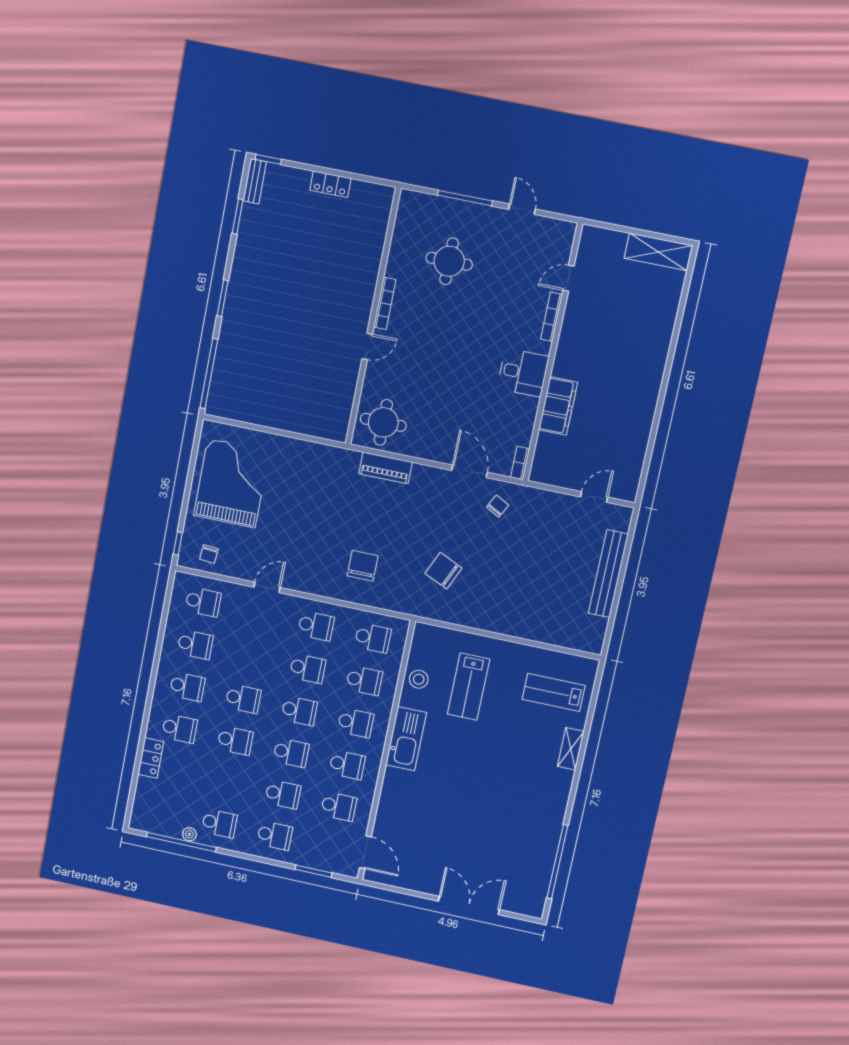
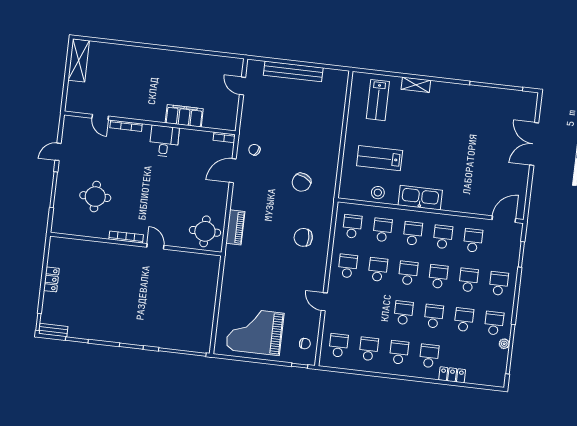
lab bench: (469, 687) -> (380, 158), turned 180
school desk: (227, 782) -> (464, 320), added

